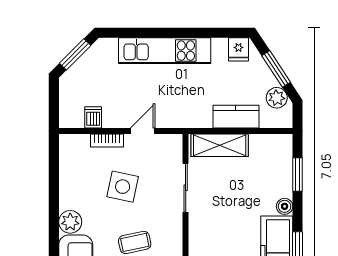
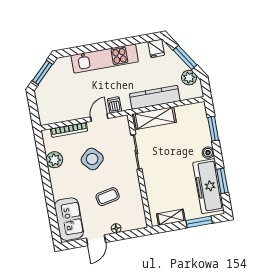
dishwasher: (93, 117) -> (115, 105), moved
kitchen counter: (236, 117) -> (155, 97), width x1.50
bookcase: (107, 140) -> (69, 130), width x1.56
side table: (123, 187) -> (92, 159), turned 35
plant: (70, 222) -> (54, 160), moved

